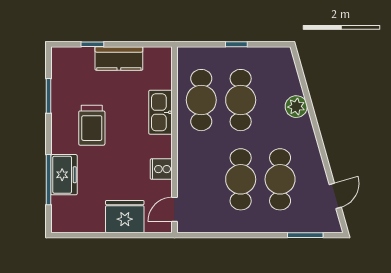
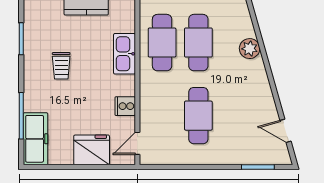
trolley: (92, 125) -> (61, 66), width x0.73, depth x0.72
freezer: (64, 175) -> (36, 139), moved, width x1.40
cafe table: (280, 179) -> (235, 116), removed
door: (335, 196) -> (285, 131), swing flipped

